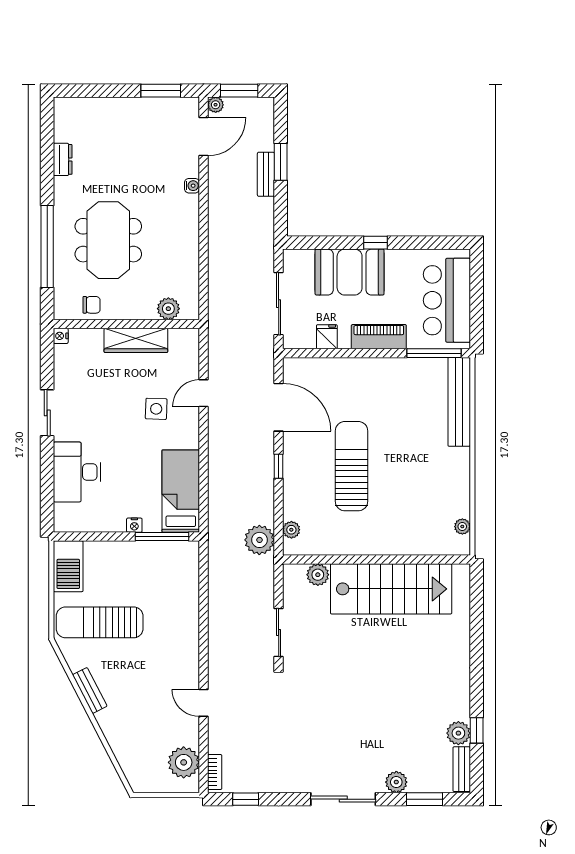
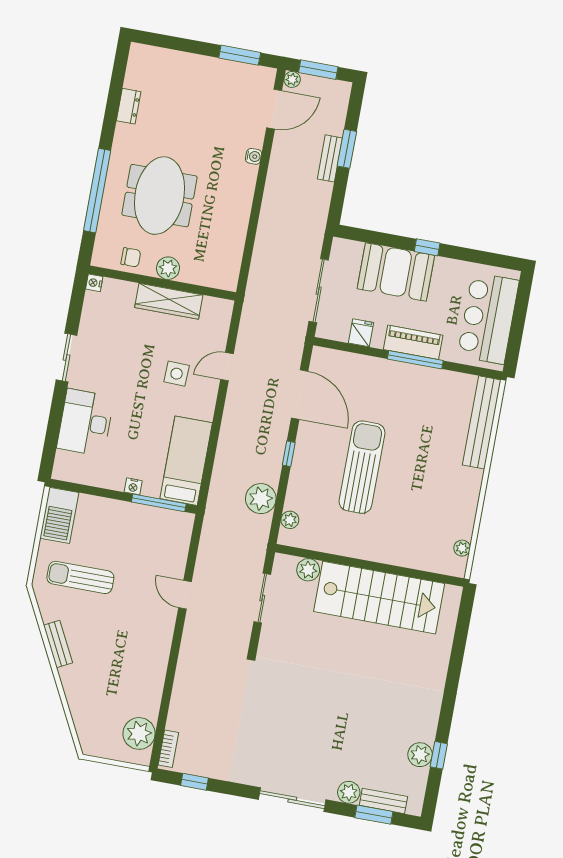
plant: (168, 309) -> (168, 268), moved
window: (434, 353) -> (415, 360), moved
plant: (259, 540) -> (261, 499), moved
sun lounger: (100, 622) -> (80, 577), width x0.73, depth x0.75
sliding door: (279, 632) -> (262, 598), moved
door: (204, 703) -> (185, 595), moved
bench: (462, 769) -> (383, 801), moved, turned 90

